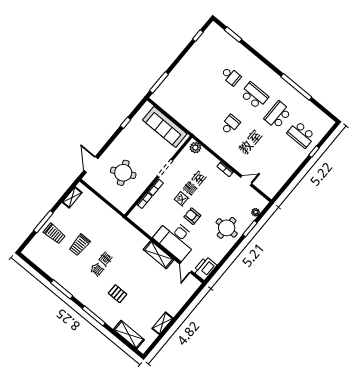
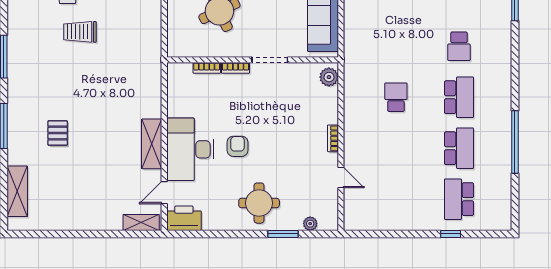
school desk: (278, 115) -> (459, 148), turned 90
school desk: (230, 125) -> (396, 97), turned -90
shelving: (162, 323) -> (141, 222), moved

